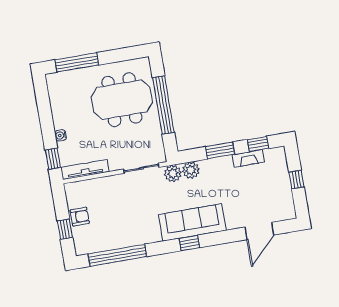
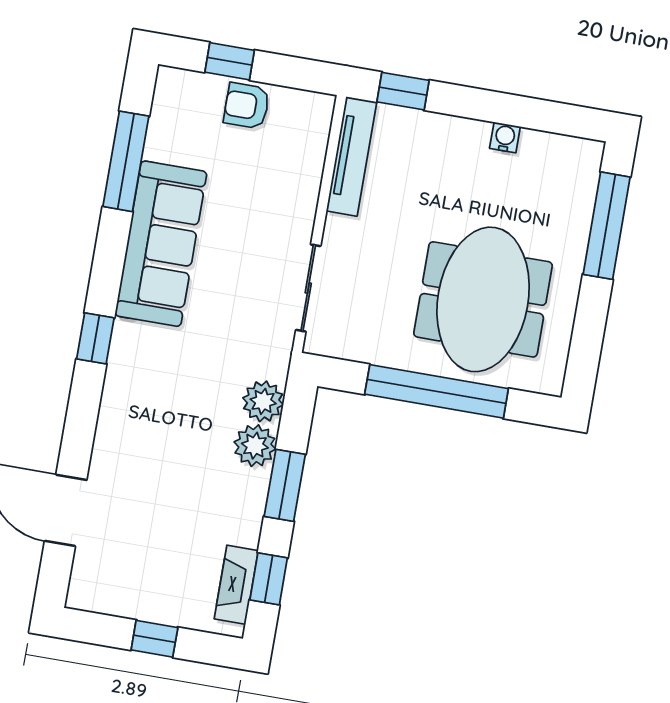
water cooler: (61, 135) -> (505, 137), moved
fireplace: (248, 158) -> (236, 585), moved
plant: (173, 173) -> (255, 446), moved
armchair: (80, 217) -> (247, 106), turned 90
sofa: (192, 223) -> (161, 244), moved
window: (117, 255) -> (126, 161), width x0.68

